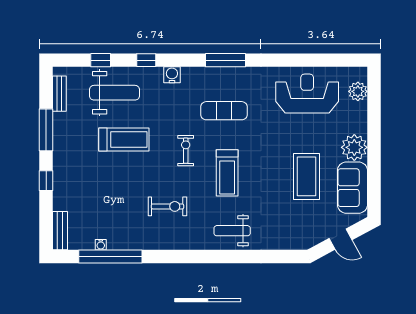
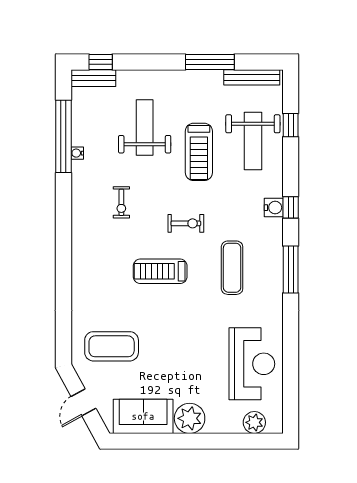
window: (146, 60) -> (291, 207), moved
bench: (59, 94) -> (252, 77), width x1.36
coffee table: (307, 176) -> (112, 346), moved
window: (46, 181) -> (101, 62), moved
exercise bike: (167, 206) -> (121, 202), width x0.73, depth x0.72
weight bench: (232, 231) -> (145, 128), moved, width x1.36, depth x1.33
water cooler: (101, 245) -> (77, 153), moved

